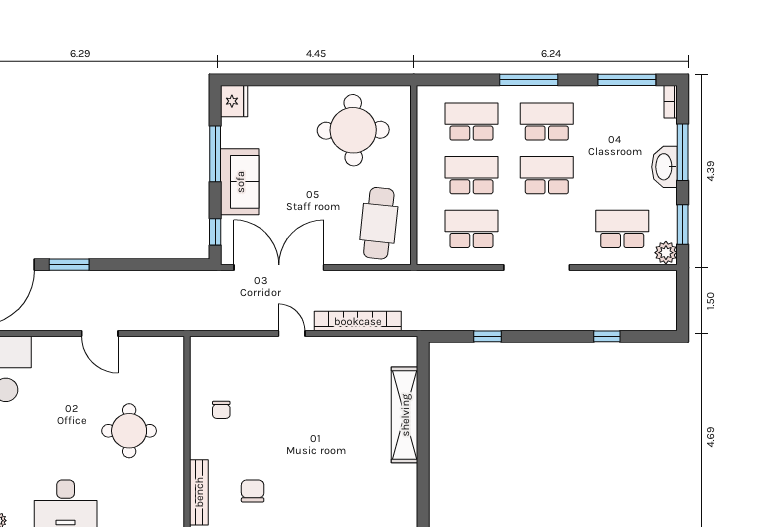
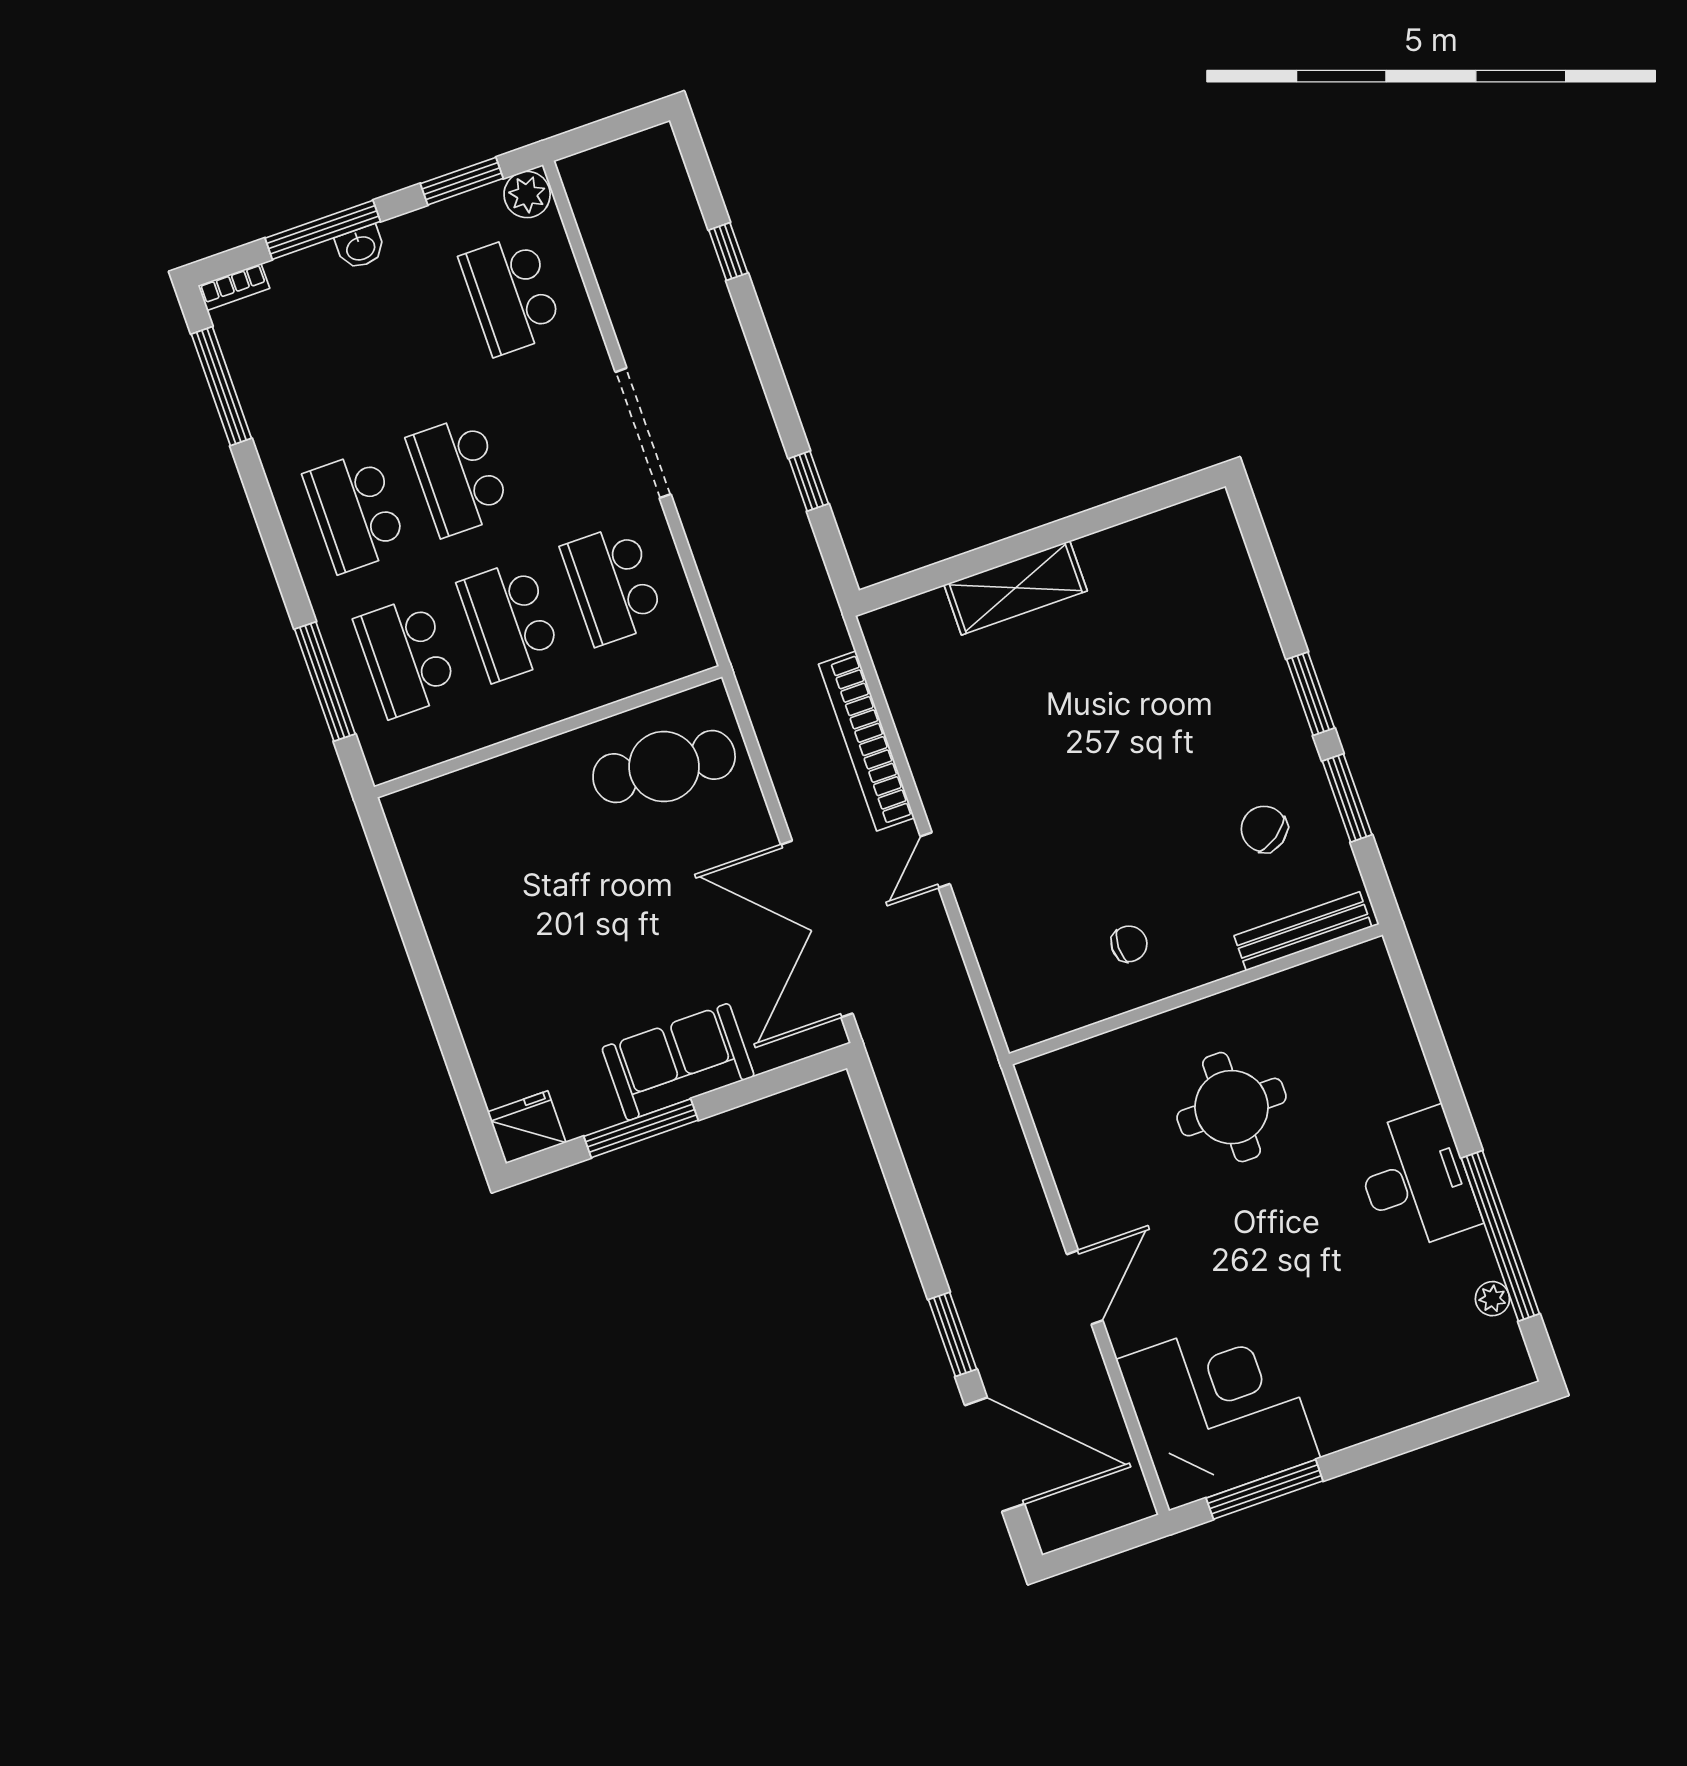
window: (529, 80) -> (325, 681), moved
round table: (353, 130) -> (502, 878), removed
washbasin: (665, 167) -> (360, 247), width x0.52, depth x0.69
window: (215, 232) -> (791, 1076), removed
door: (100, 334) -> (1085, 1287), moved
shelving: (405, 415) -> (1016, 588), width x0.68
chair: (253, 491) -> (1264, 829), turned 55

